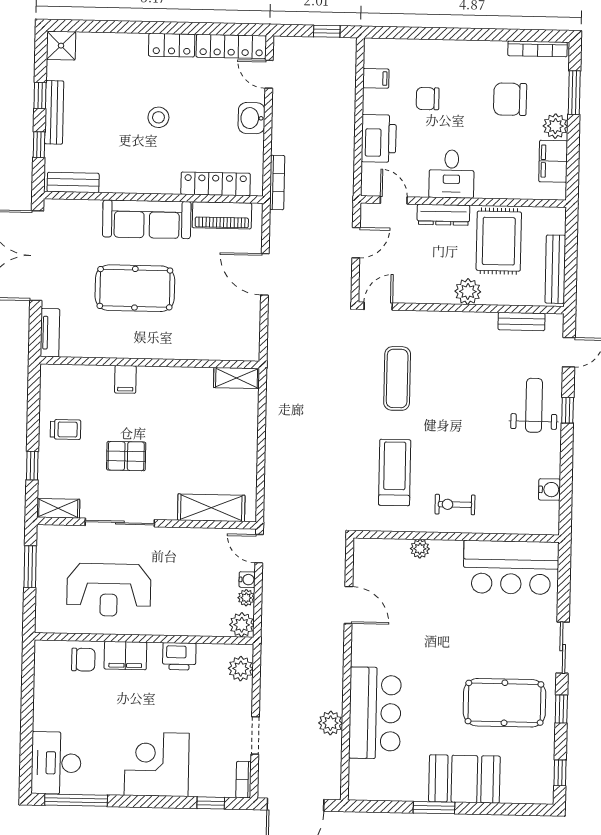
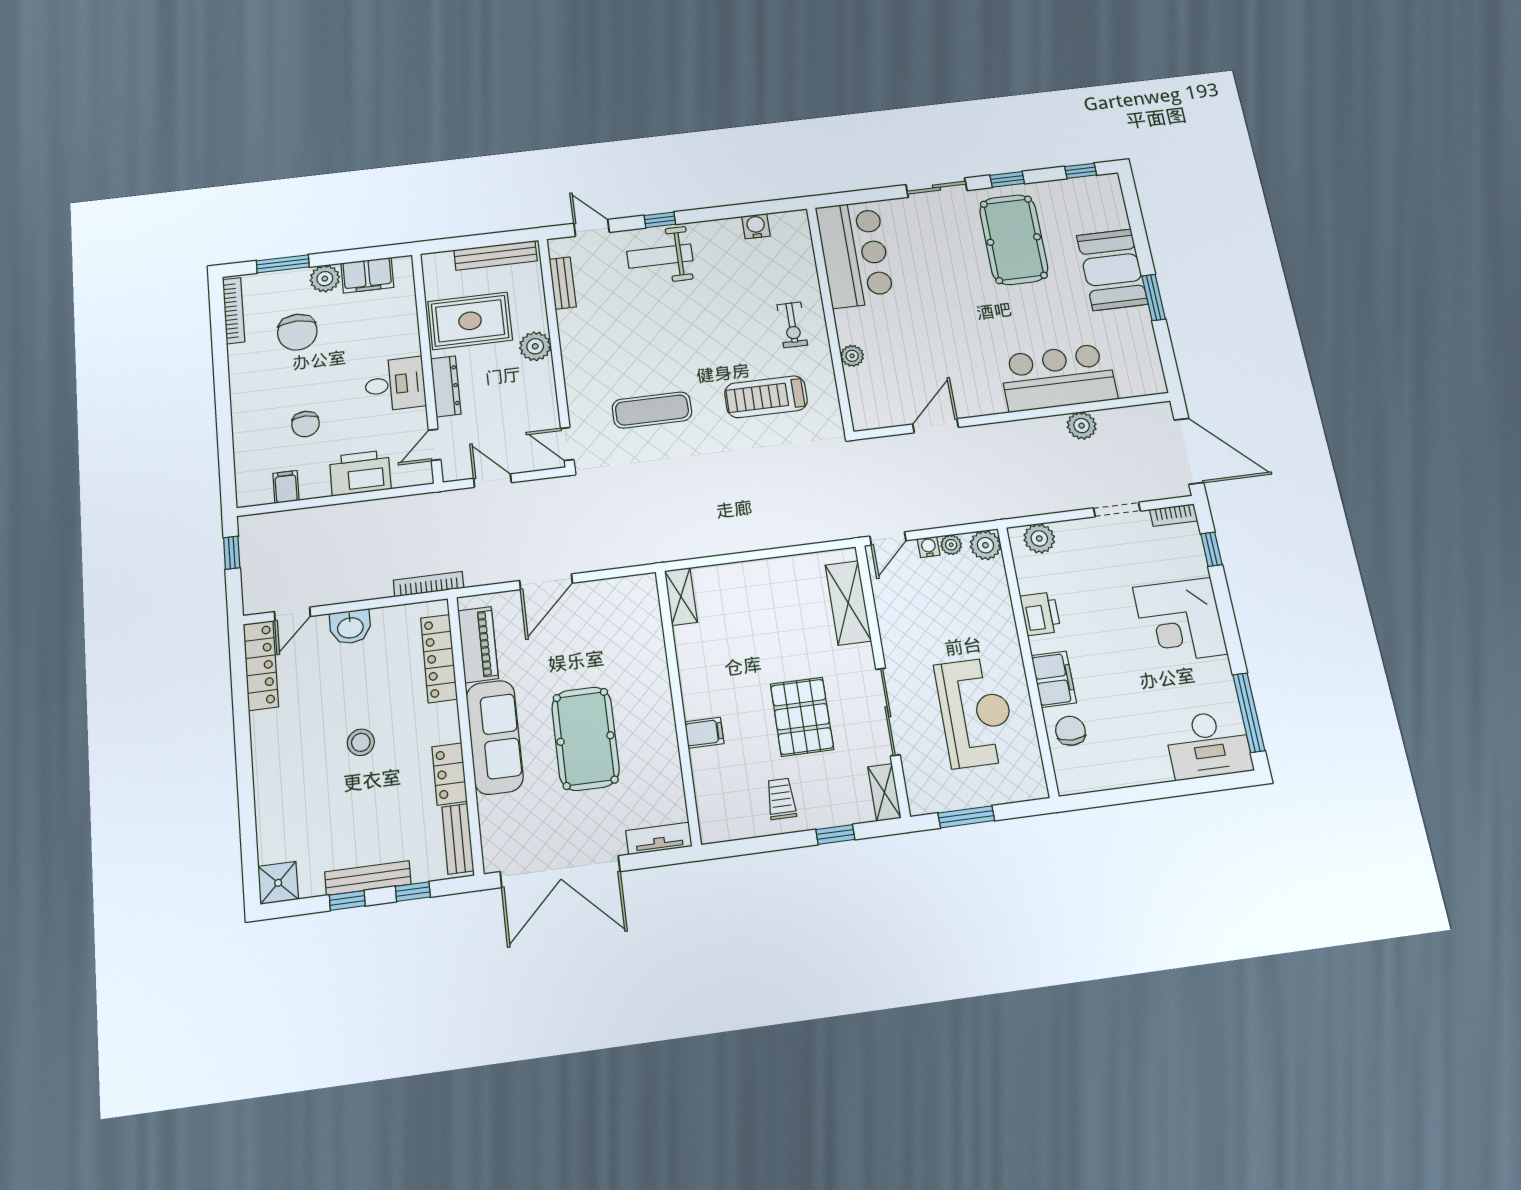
locker: (172, 45) -> (450, 774), moved, turned 180
pallet: (126, 456) -> (802, 717), width x1.50, depth x1.42

